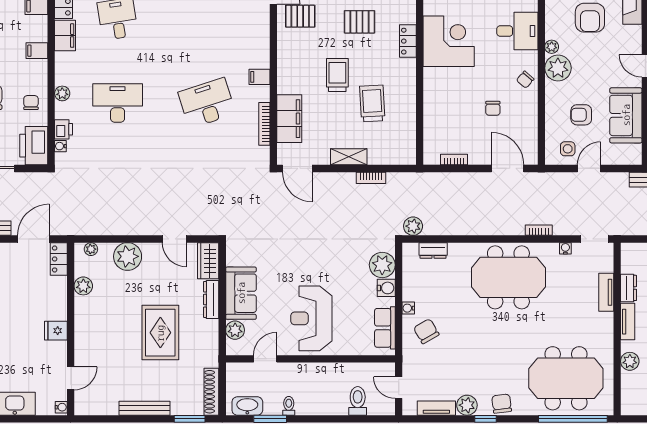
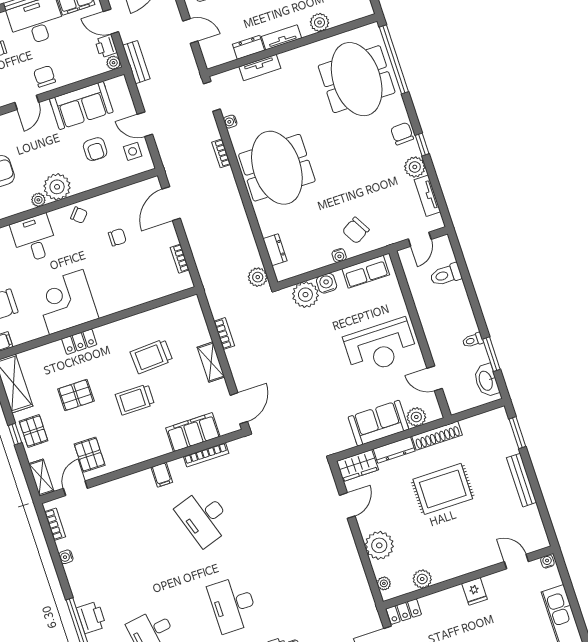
pallet: (359, 22) -> (76, 395), turned 90
shoe rack: (211, 392) -> (437, 436), moved
chair: (502, 404) -> (402, 134), turned 95

